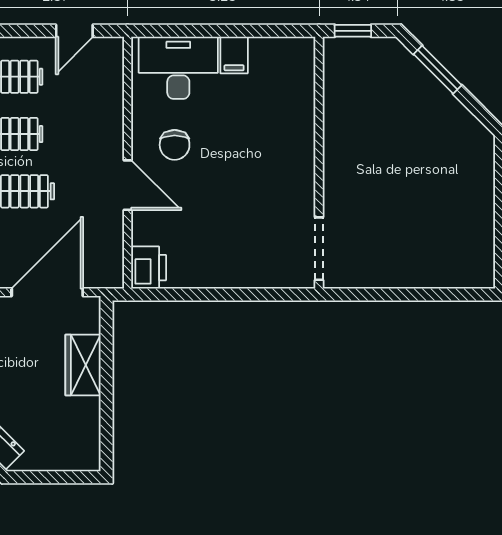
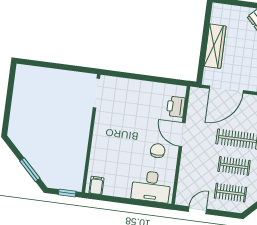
filing cabinet: (234, 55) -> (96, 185), moved
printer: (149, 268) -> (176, 107), moved
wardrobe: (83, 365) -> (215, 46), width x1.50

